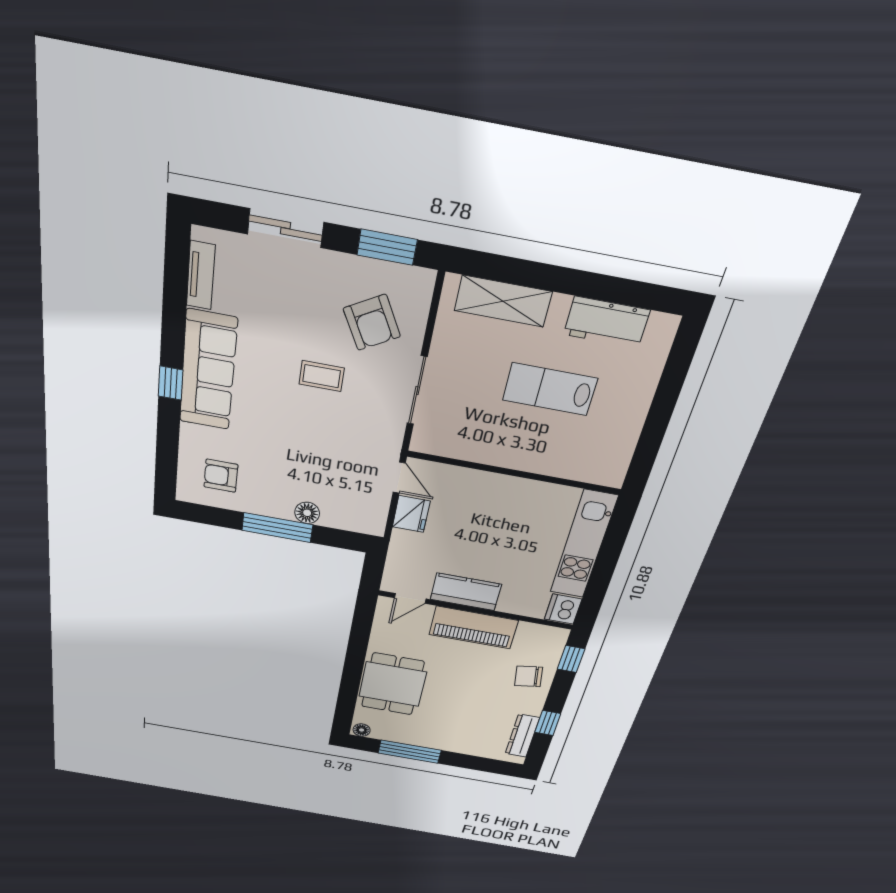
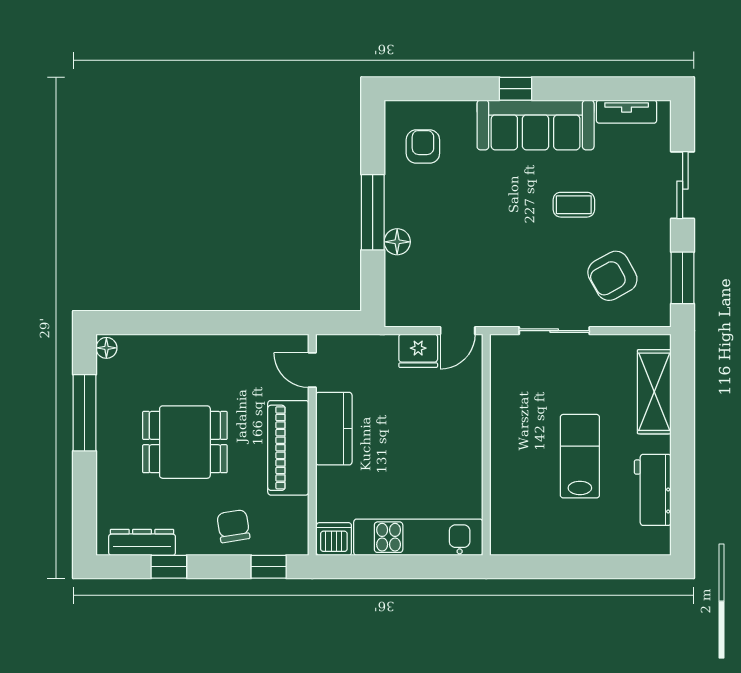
coffee table: (322, 376) -> (574, 205), moved, turned 90
dining table: (393, 684) -> (185, 442), moved

